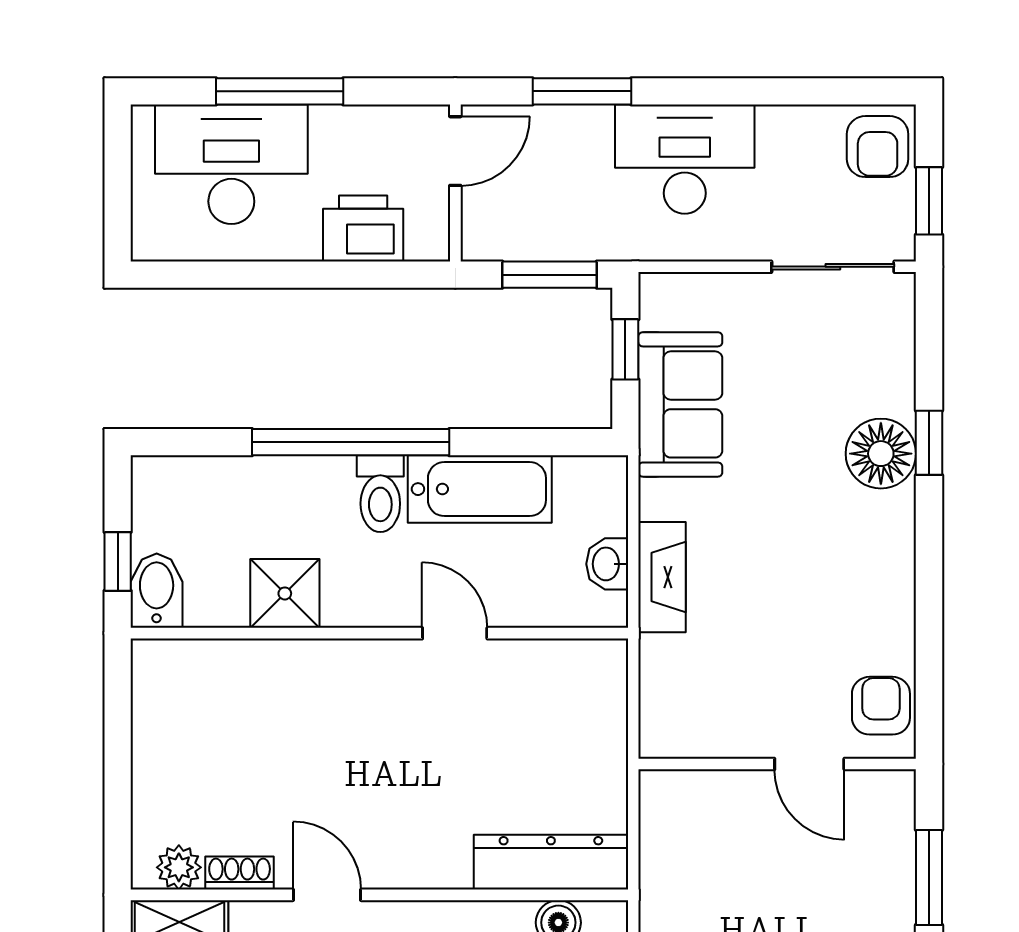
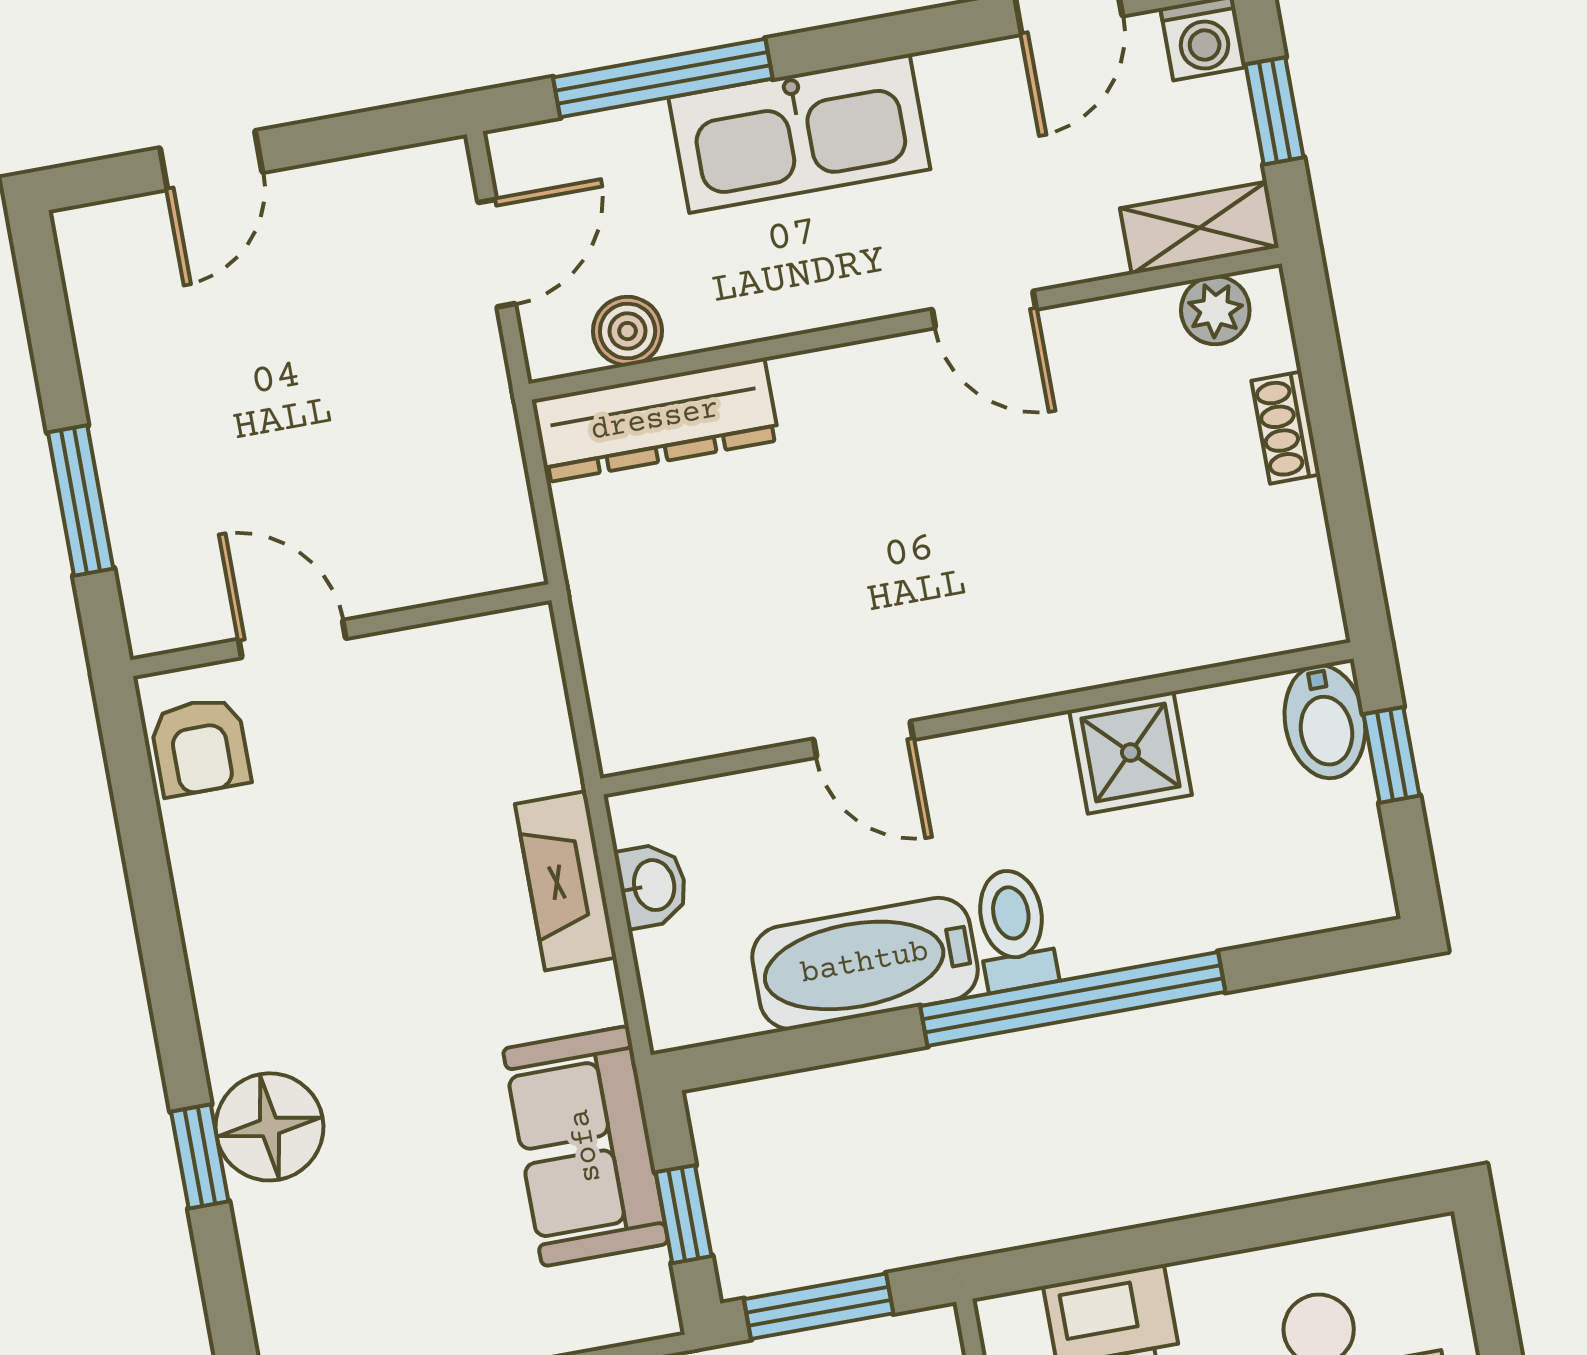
shoe rack: (240, 873) -> (1286, 428), moved, turned 90

